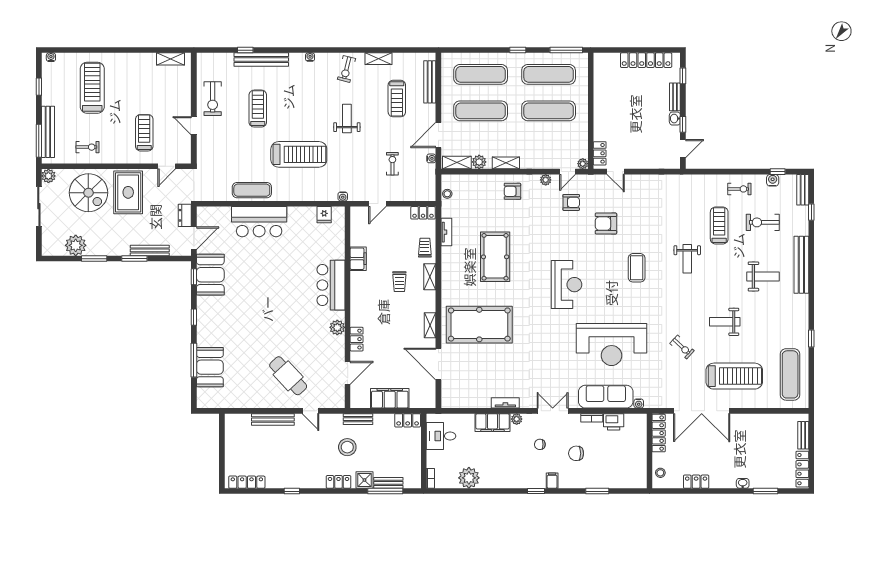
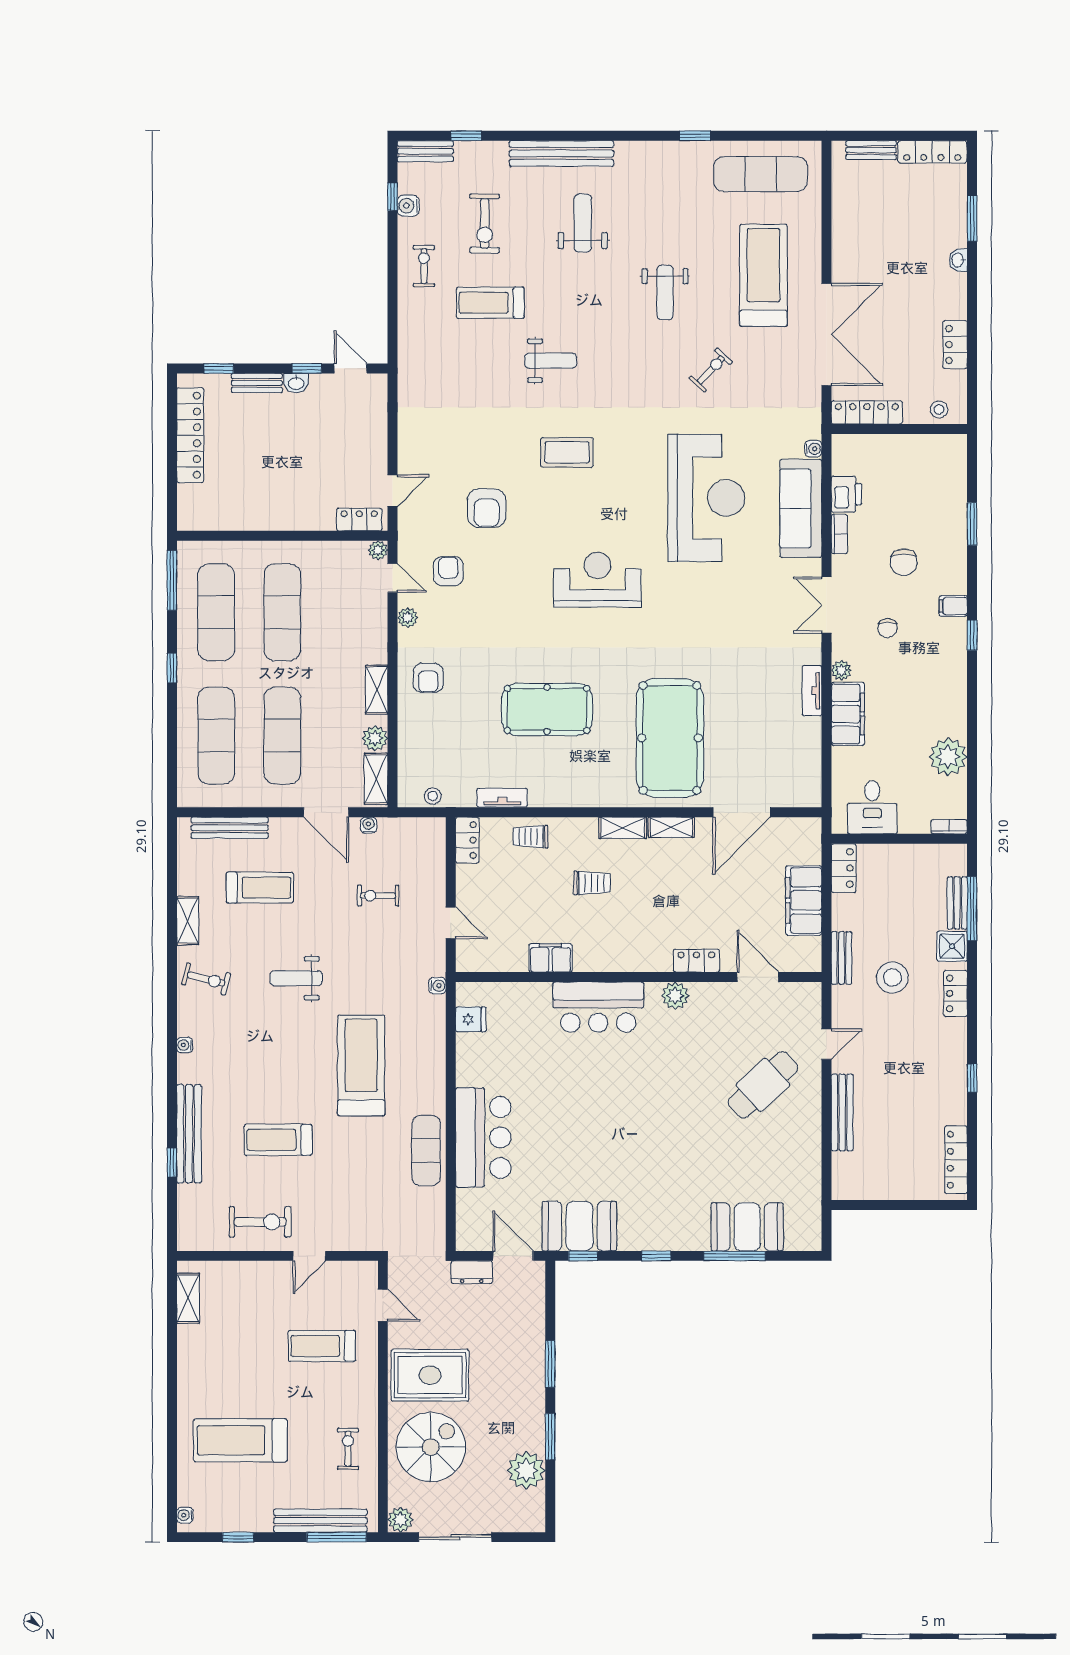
bench: (150, 250) -> (536, 1336), removed
shelving: (430, 277) -> (623, 828), moved

